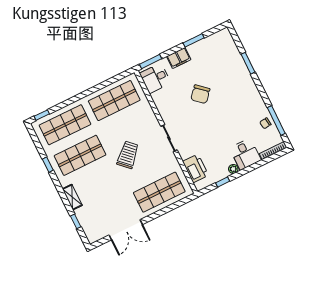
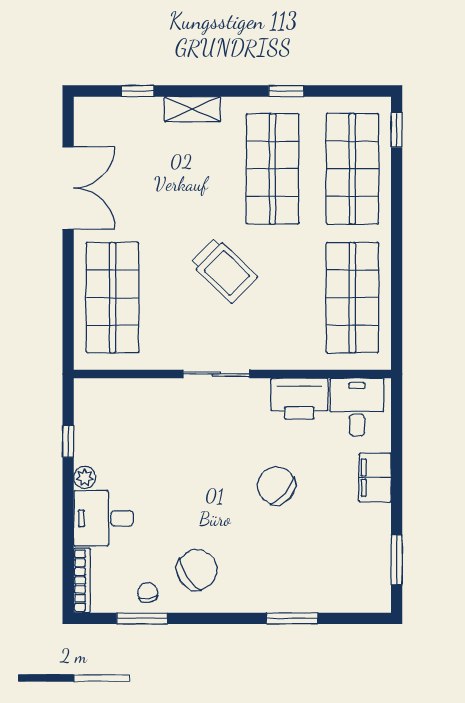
window: (194, 40) -> (397, 560), moved
window: (151, 62) -> (397, 415), removed
chair: (247, 109) -> (197, 570), added
window: (276, 121) -> (142, 618), width x0.69
printer: (196, 168) -> (299, 399), moved
double door: (126, 230) -> (68, 188), swing flipped

